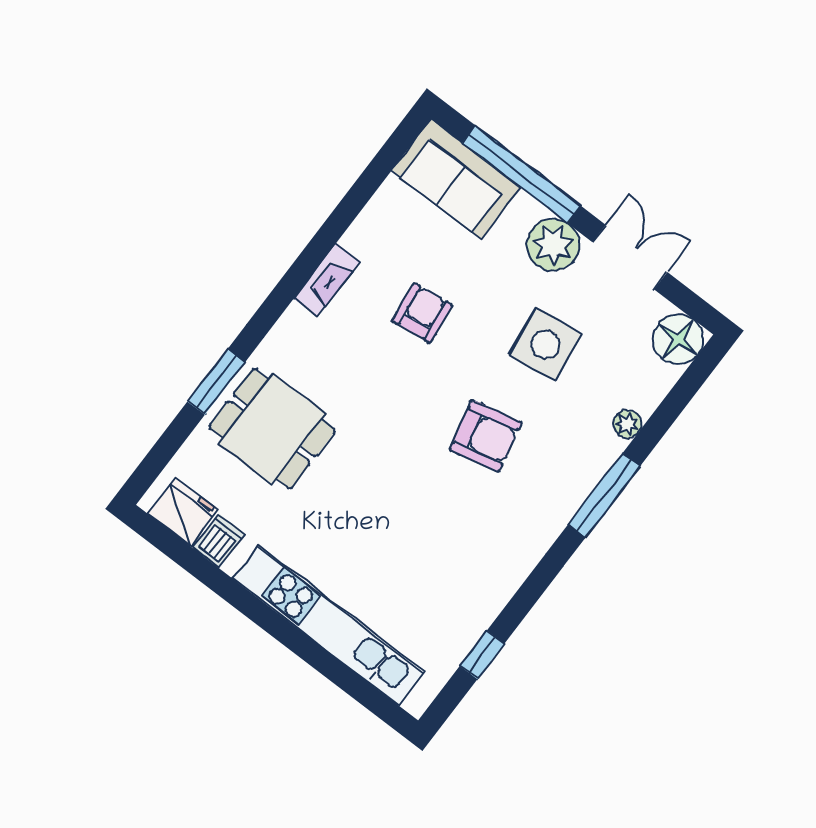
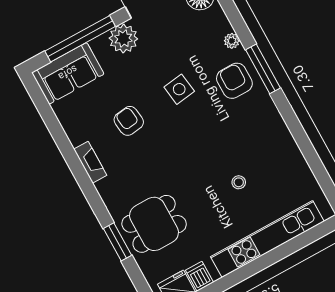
side table: (545, 345) -> (179, 89), moved, width x0.73, depth x0.73
armchair: (485, 436) -> (234, 81), moved, turned -77
stool: (401, 537) -> (239, 182), added
window: (482, 655) -> (317, 167), removed

